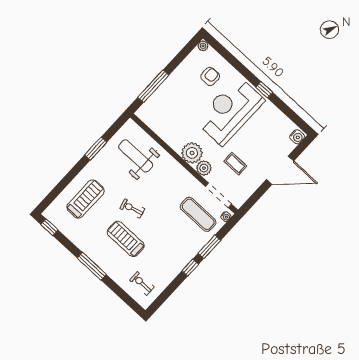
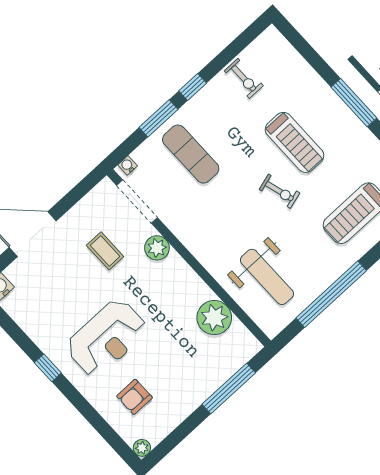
reception desk: (230, 111) -> (107, 338), width x0.74, depth x0.77
window: (96, 149) -> (331, 294), width x2.11
plant: (192, 153) -> (214, 318), moved
exercise mat: (198, 214) -> (191, 154), moved
exercise bike: (142, 283) -> (244, 78), moved

